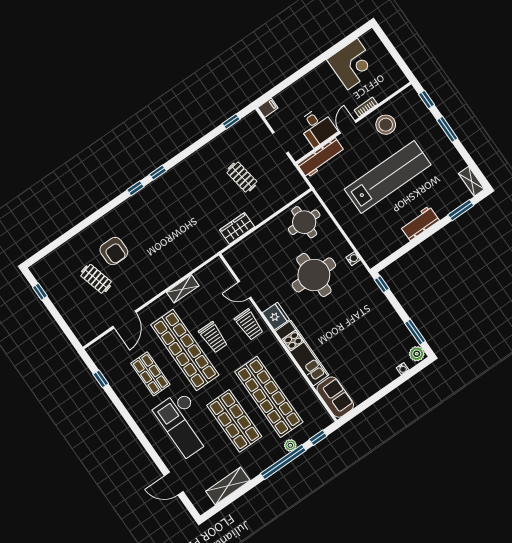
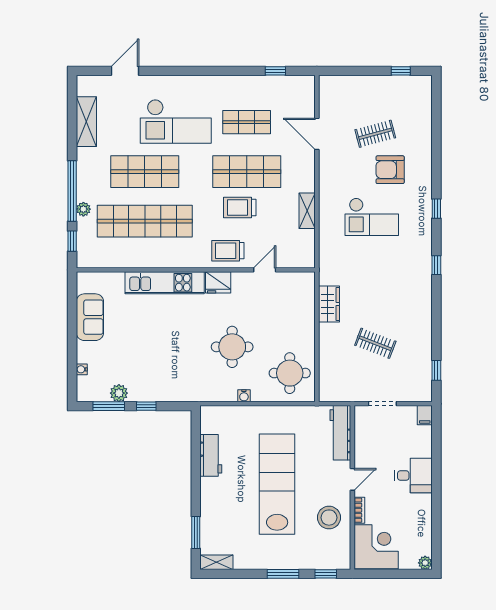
plant: (370, 36) -> (425, 563), added
corner desk: (353, 64) -> (376, 547), moved, turned 180
desk: (317, 127) -> (413, 476), moved, turned 180
door: (348, 127) -> (352, 479), hinge flipped
clothes rail: (242, 177) -> (375, 343), turned 30
lab bench: (388, 177) -> (277, 484), turned 180
window: (135, 188) -> (436, 209), moved
workbench: (420, 223) -> (211, 455), moved
checkout: (156, 241) -> (372, 217), added
water cooler: (353, 259) -> (244, 396), moved
round table: (314, 275) -> (232, 347), width x0.73, depth x0.73
window: (382, 284) -> (146, 406), moved
shop shelf: (185, 350) -> (247, 172), width x0.71
plant: (417, 354) -> (119, 393), moved
sofa: (335, 397) -> (90, 317), moved, turned -90
checkout: (184, 424) -> (176, 121), turned 180

